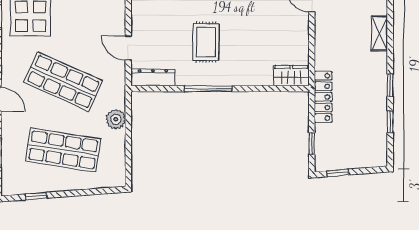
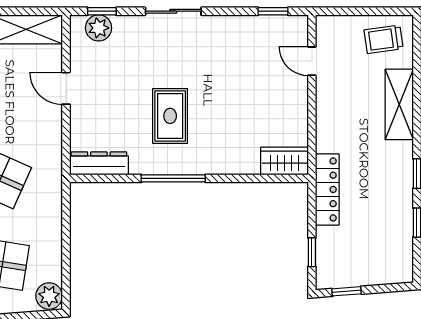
shelving: (380, 34) -> (399, 104), width x1.50, depth x1.33
door: (128, 48) -> (66, 88), moved
plant: (116, 119) -> (49, 296), moved

